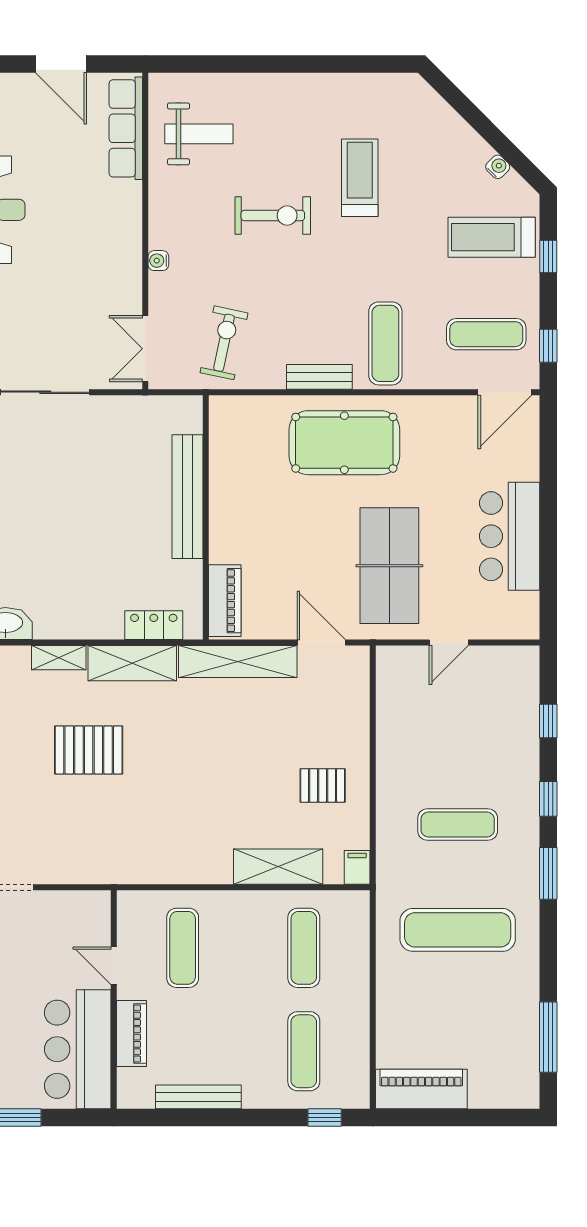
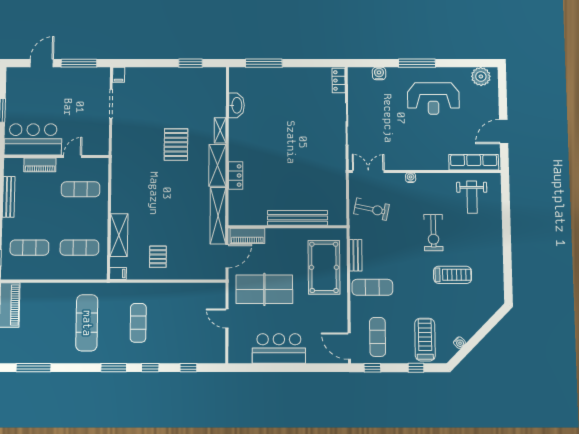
bench: (187, 497) -> (298, 218), moved
wall: (206, 517) -> (288, 227), moved
piano: (225, 601) -> (247, 236), moved

